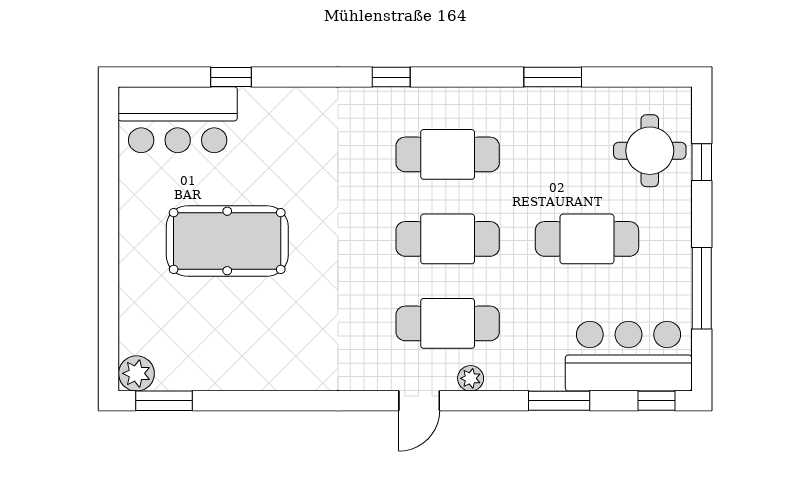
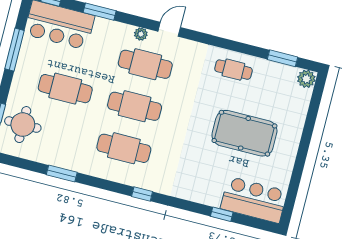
cafe table: (279, 356) -> (233, 70), added
window: (164, 401) -> (283, 58), moved

